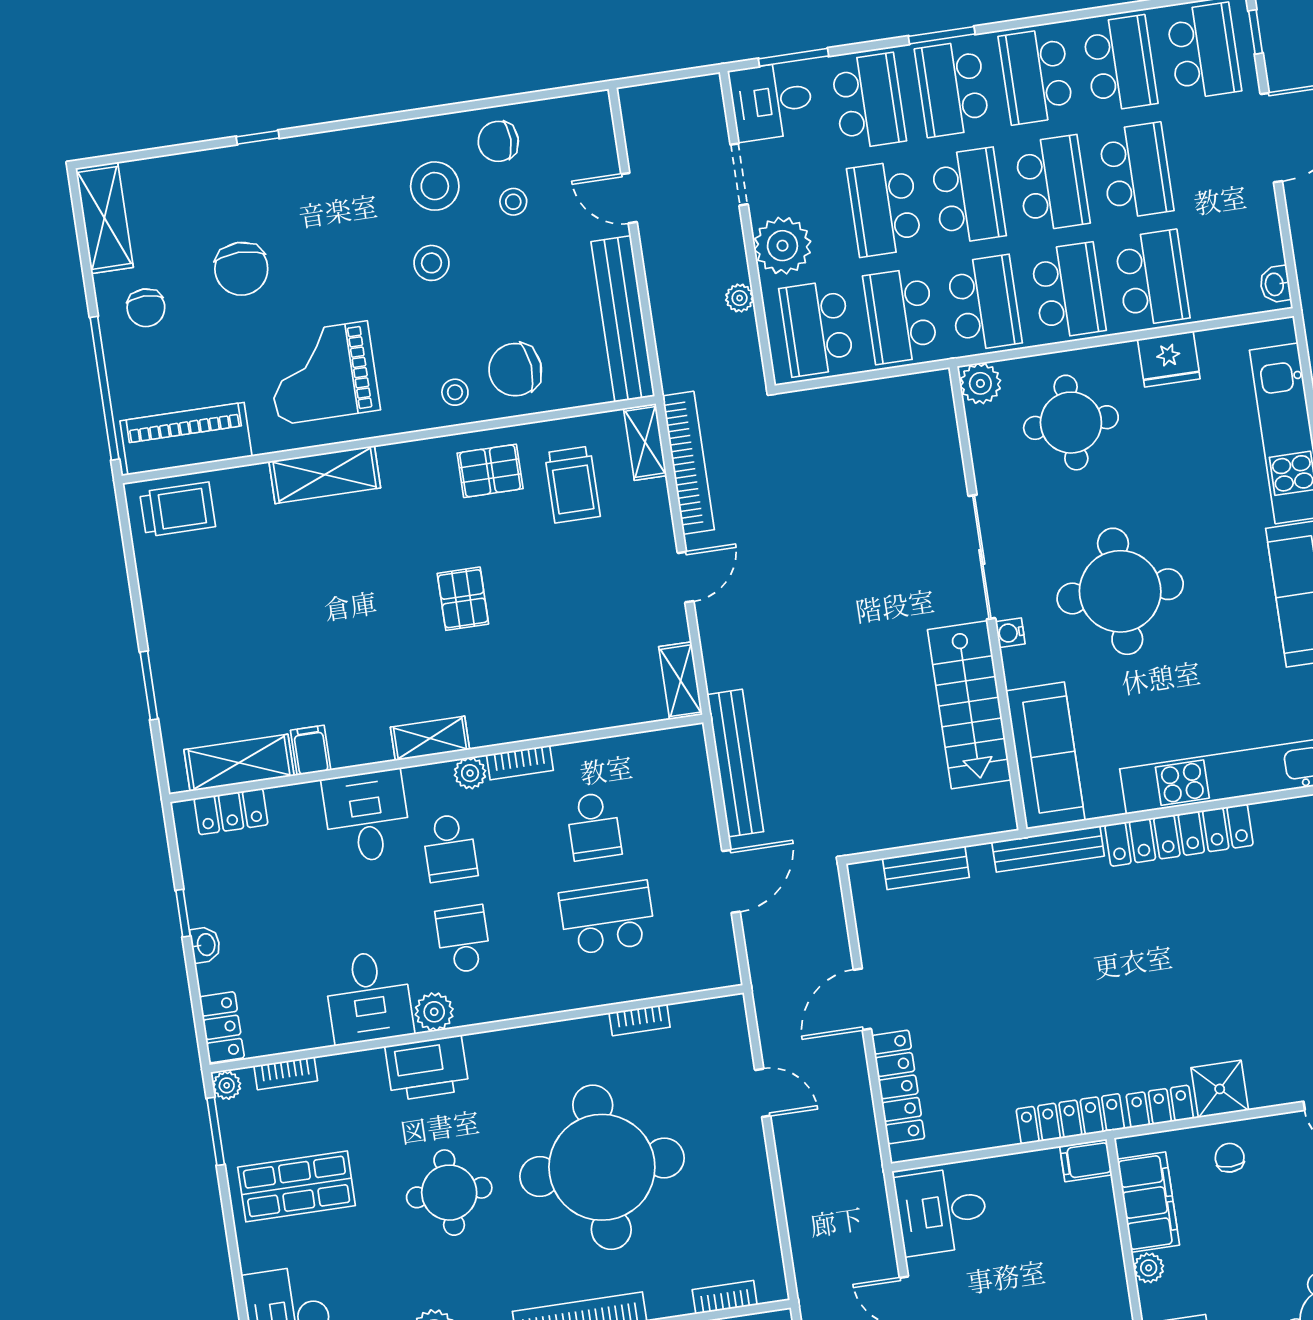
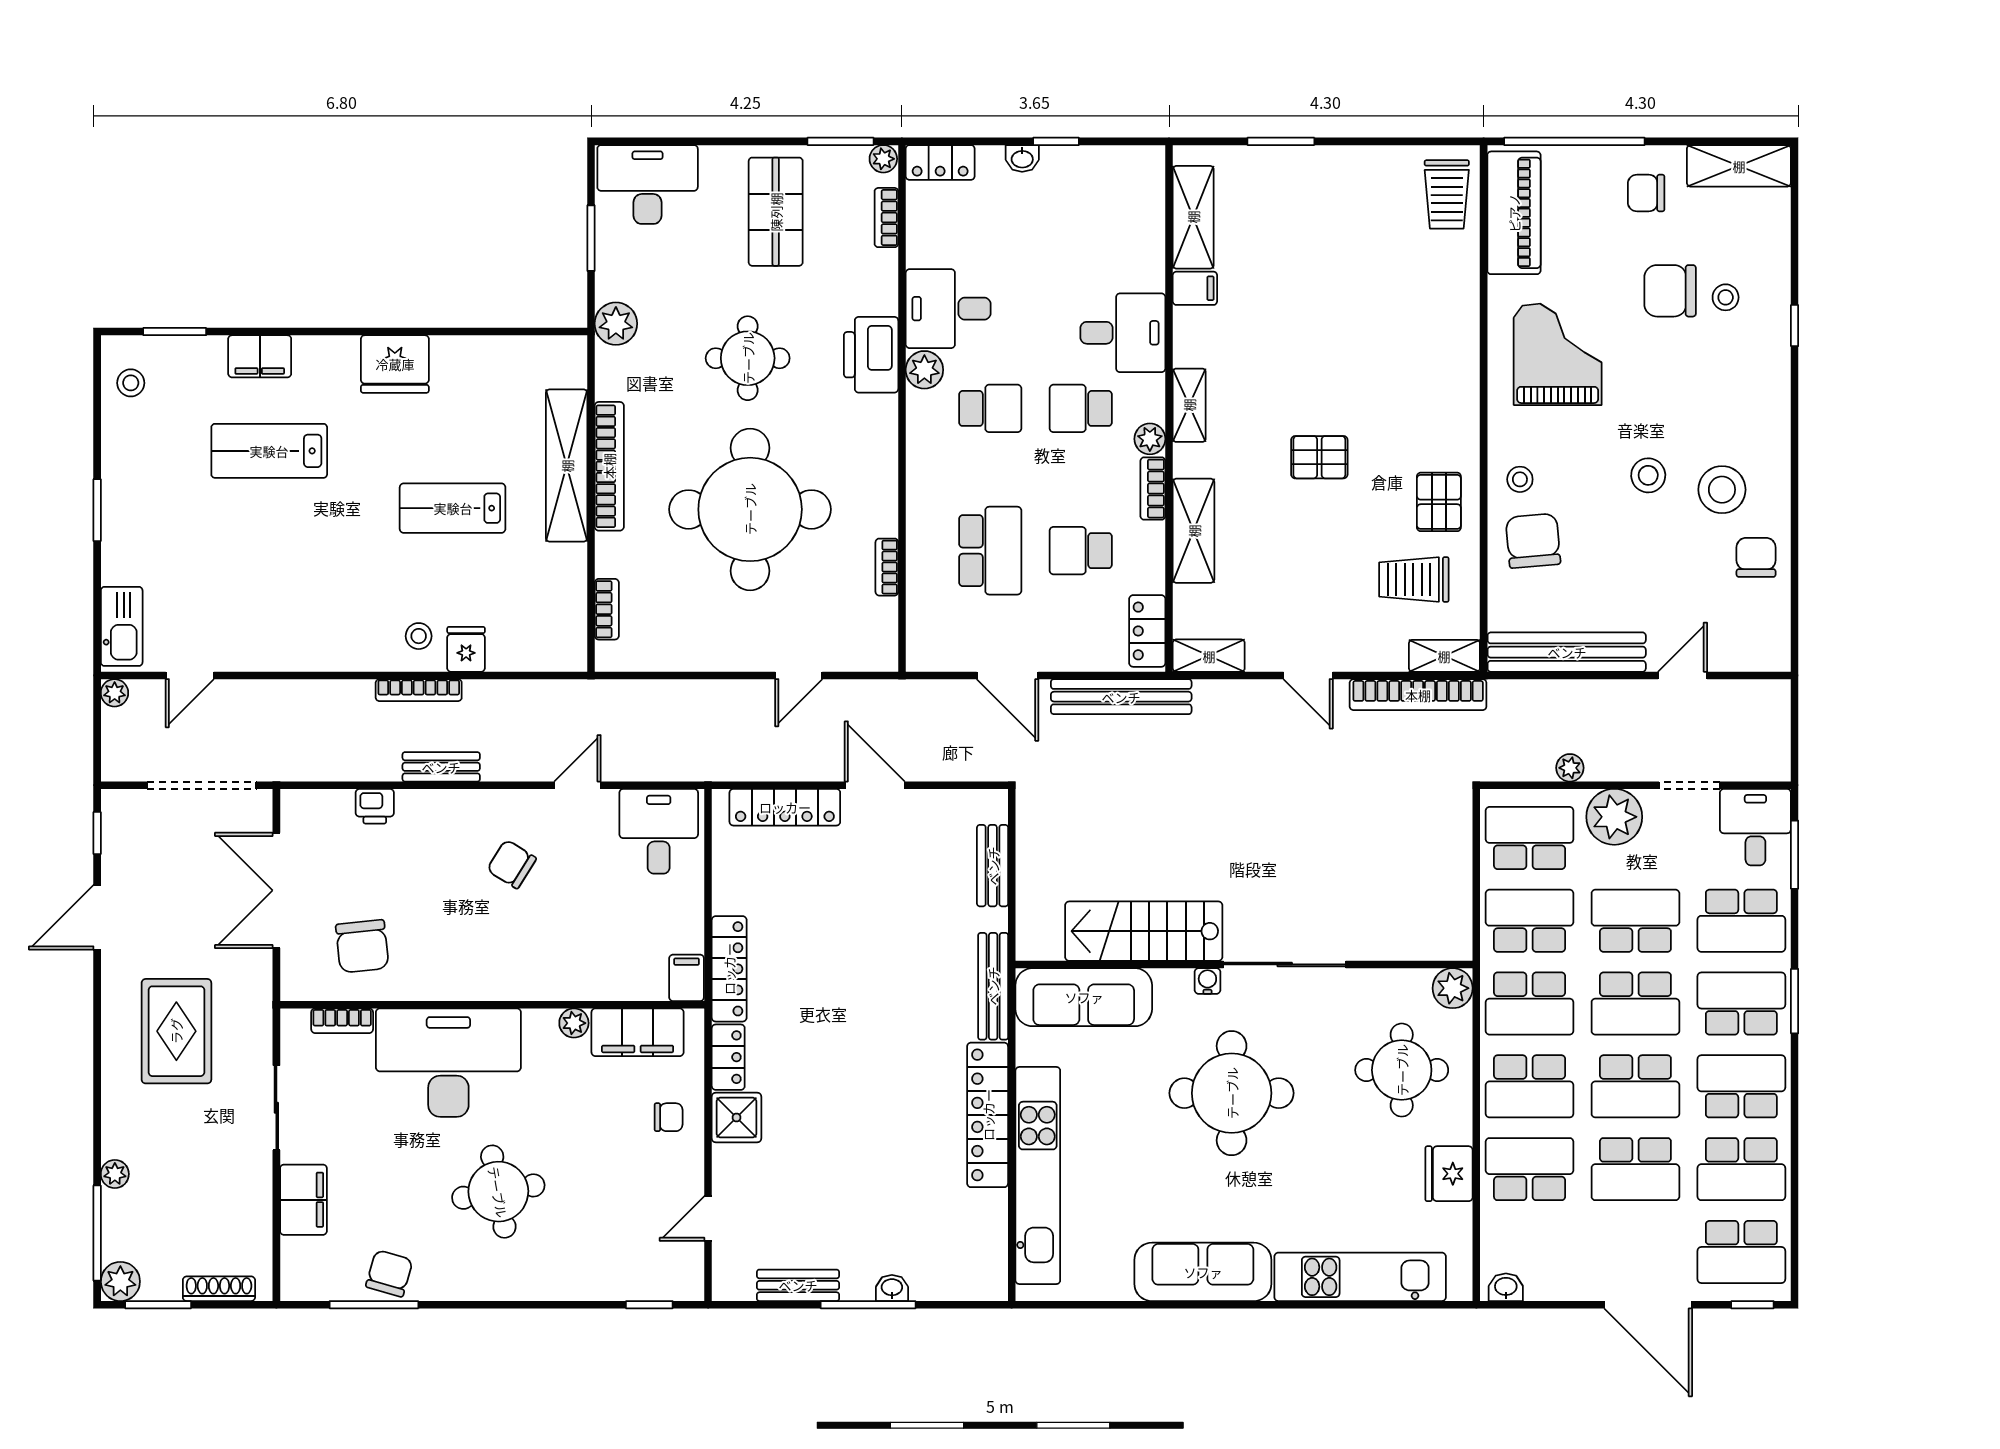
stool: (513, 202) -> (1726, 297), moved
school desk: (1152, 278) -> (1530, 1169), turned 180
shelving: (325, 475) -> (1194, 531), moved
locker: (231, 811) -> (1147, 631), moved

